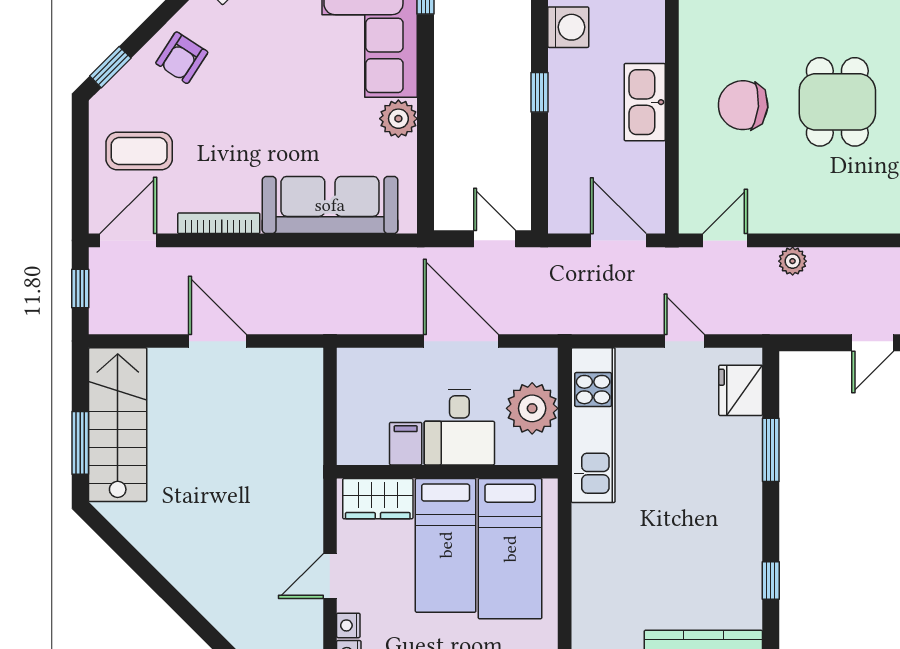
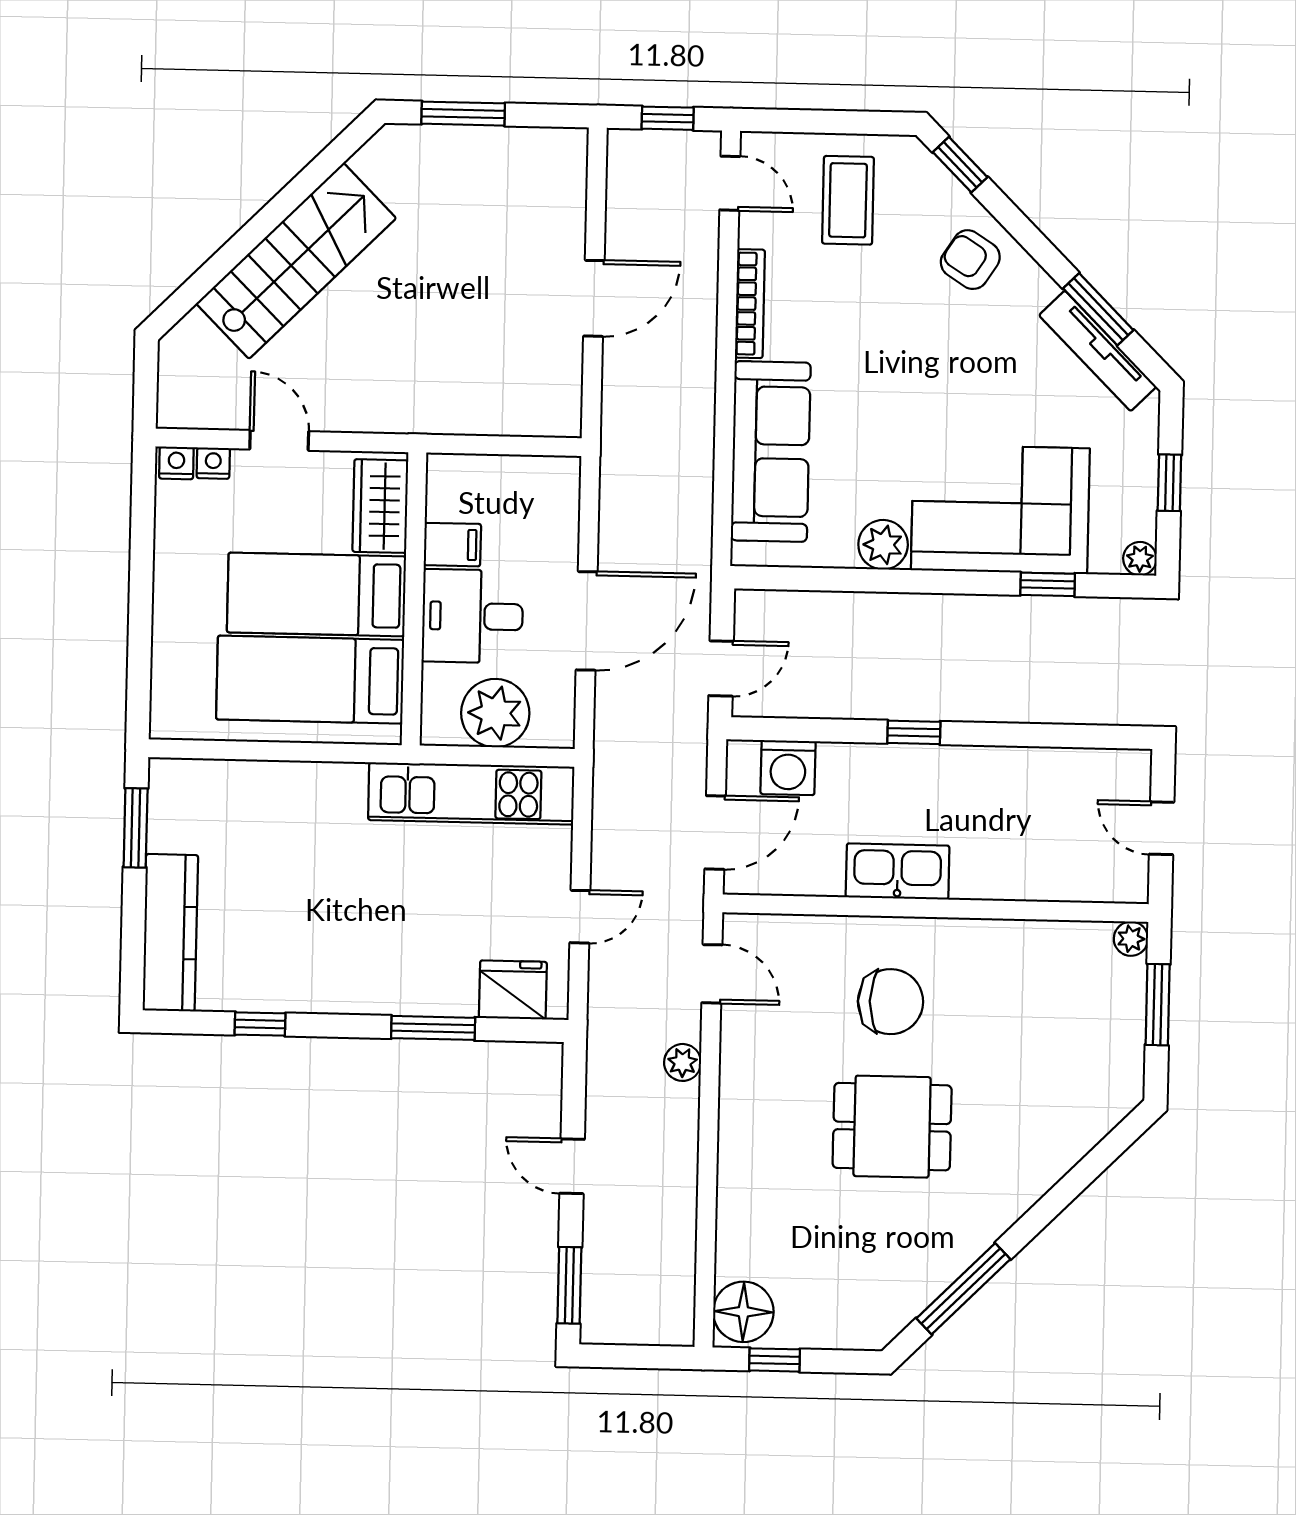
washing machine: (568, 27) -> (788, 768), moved
chair: (743, 105) -> (891, 1002), turned 85
door: (128, 240) -> (730, 183), width x0.73
stairs: (118, 425) -> (296, 261), moved, turned -45

